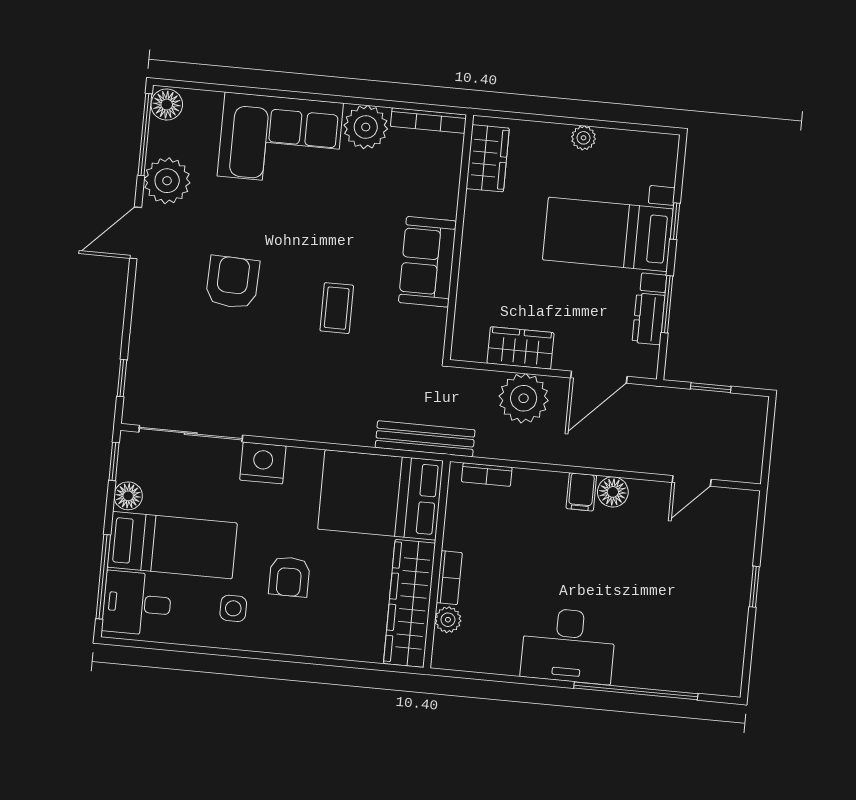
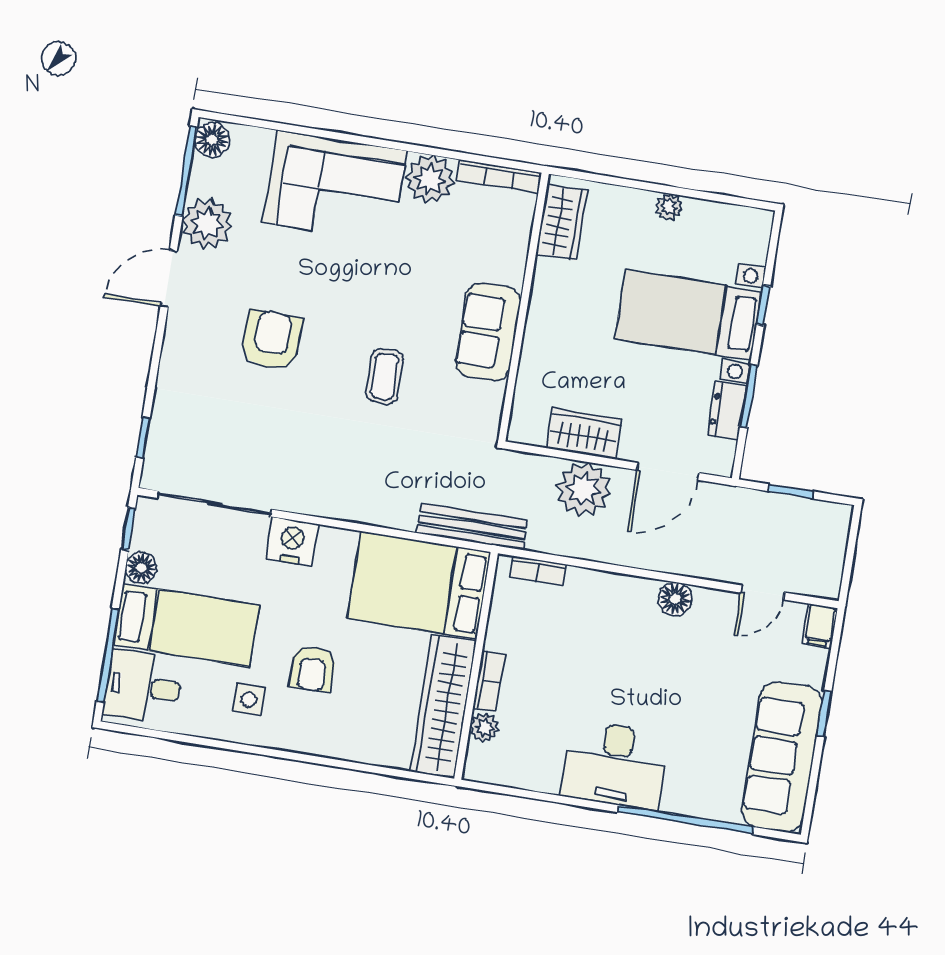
filing cabinet: (581, 492) -> (820, 626), moved
sofa: (719, 628) -> (782, 757), added

